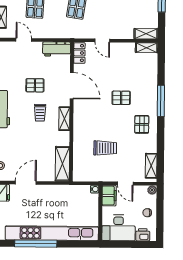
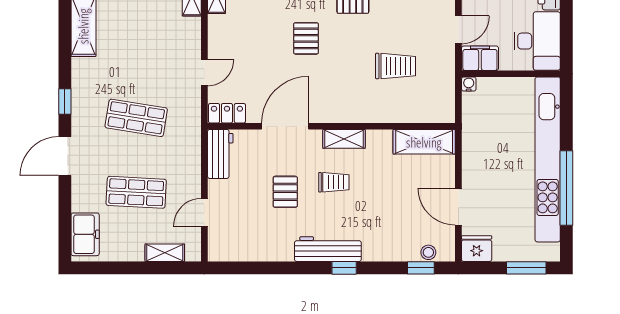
trolley: (105, 148) -> (395, 66), turned 90

